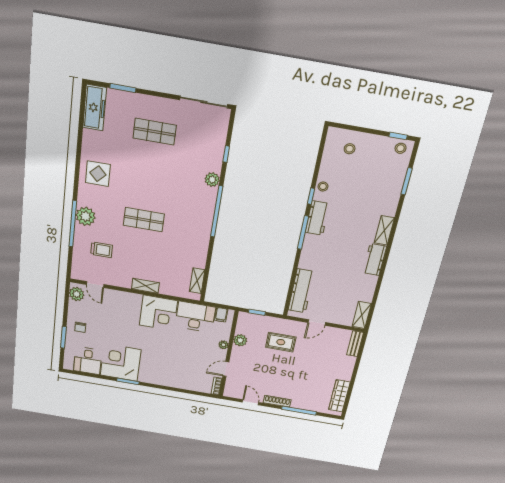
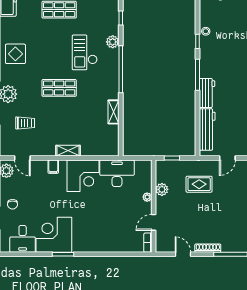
checkout: (178, 186) -> (85, 52), added
workbench: (317, 218) -> (207, 93), moved
shelving: (197, 281) -> (113, 112), moved
filing cabinet: (221, 315) -> (53, 167), moved

